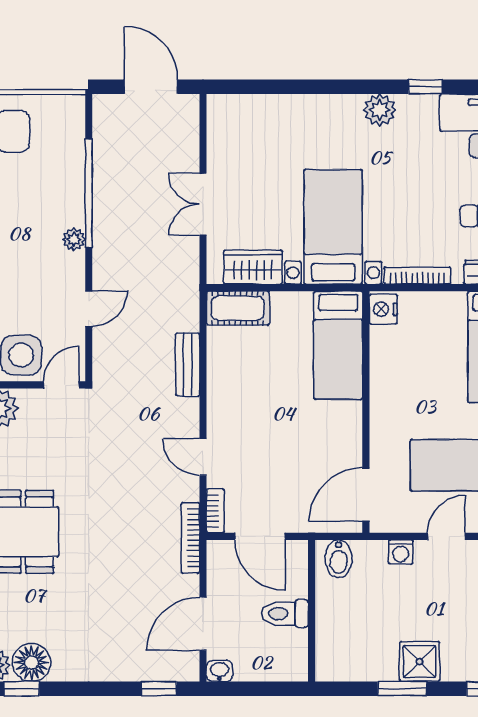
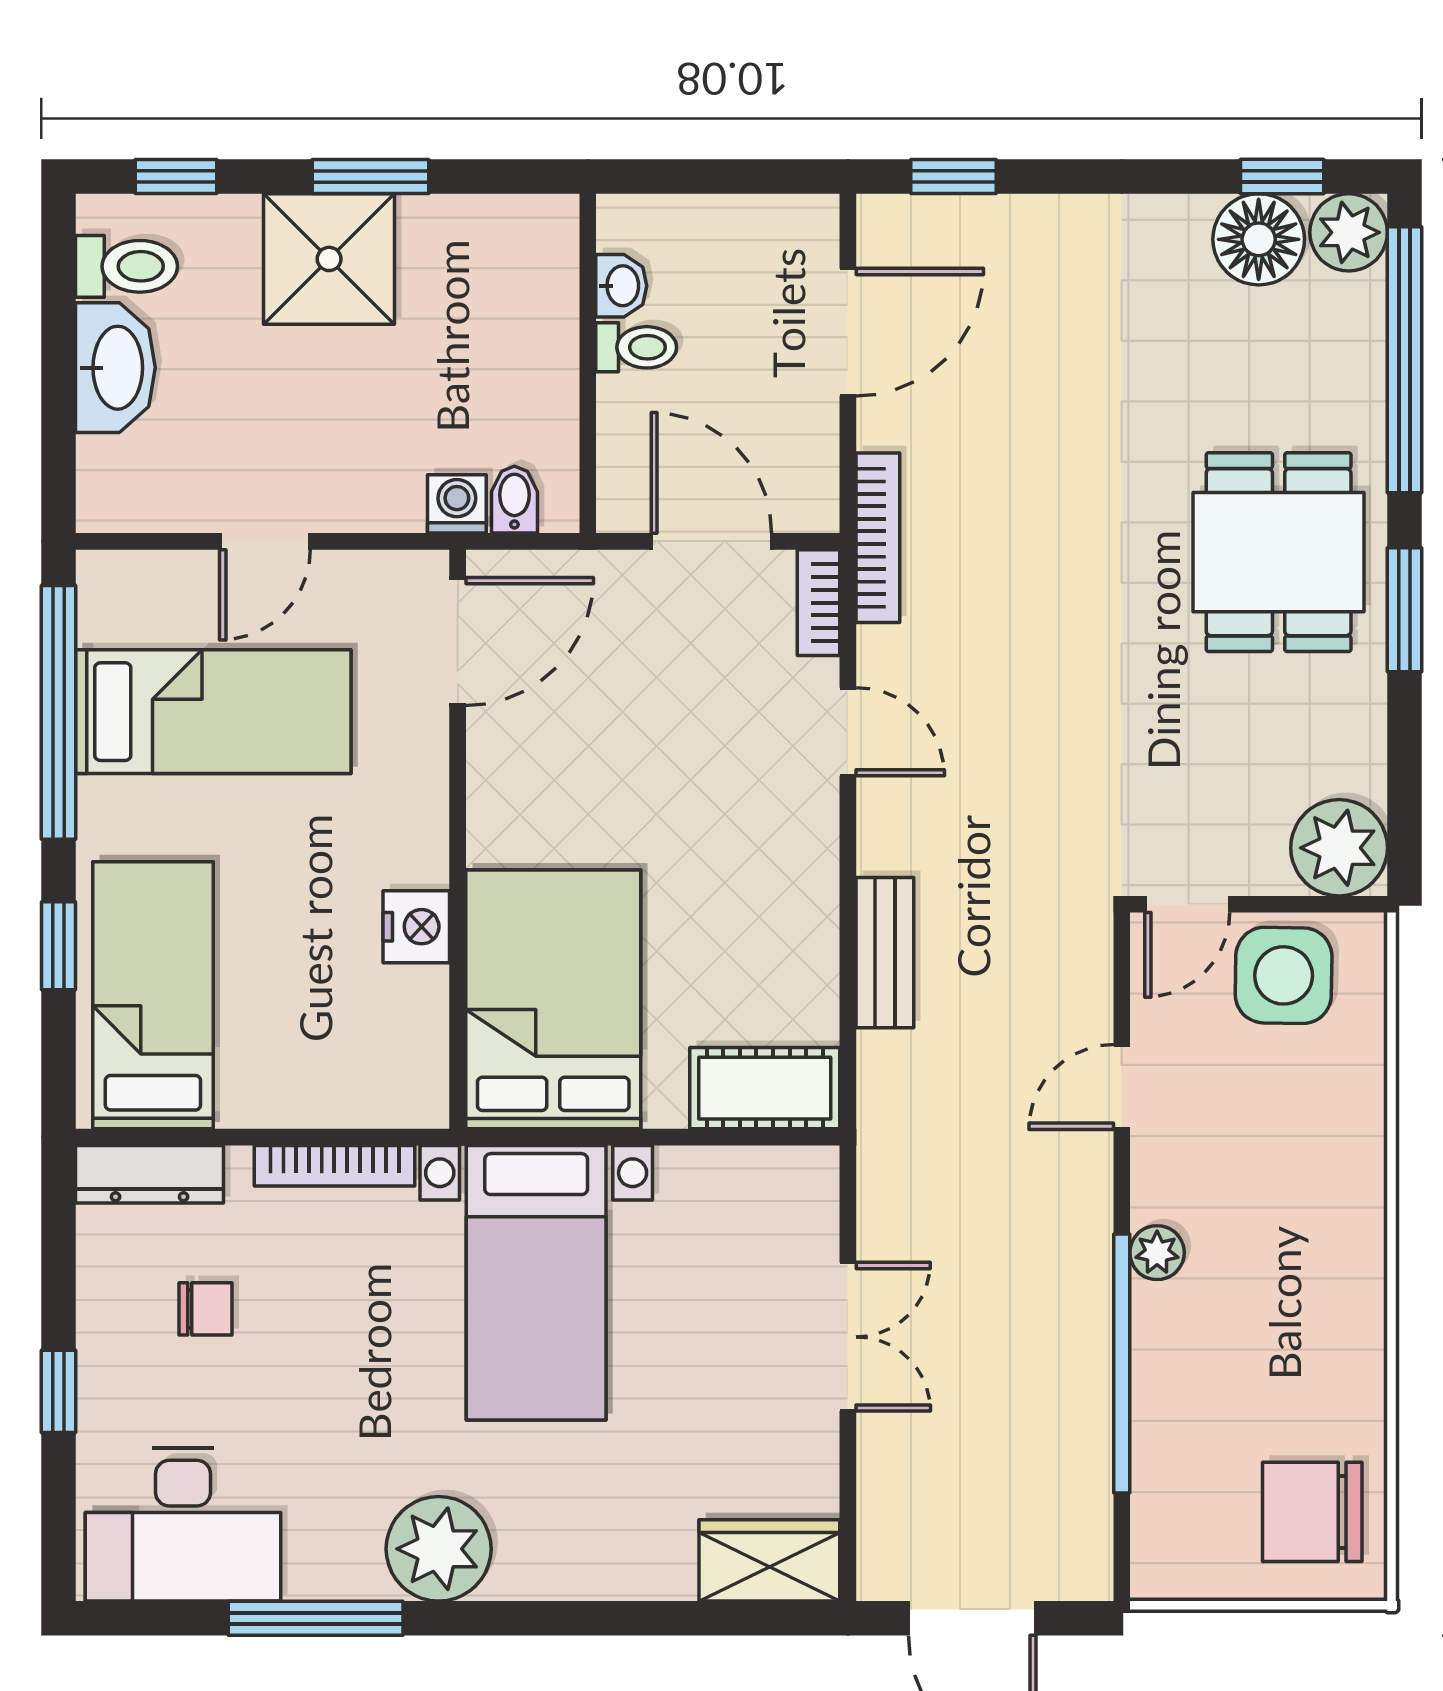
window: (425, 87) -> (316, 1618), width x2.17
plant: (380, 110) -> (439, 1549), width x1.36, depth x1.36
wardrobe: (253, 267) -> (769, 1560), moved, turned 180
nightstand: (383, 309) -> (416, 927), moved
bed: (338, 345) -> (553, 999), width x1.50
washing machine: (401, 552) -> (457, 504), moved
bidet: (339, 559) -> (514, 500), width x0.72, depth x0.74
toilet: (285, 614) -> (636, 347), width x0.73, depth x0.72
shower: (420, 662) -> (329, 259), width x1.36, depth x1.36
washbasin: (220, 671) -> (621, 286), moved, turned -90

